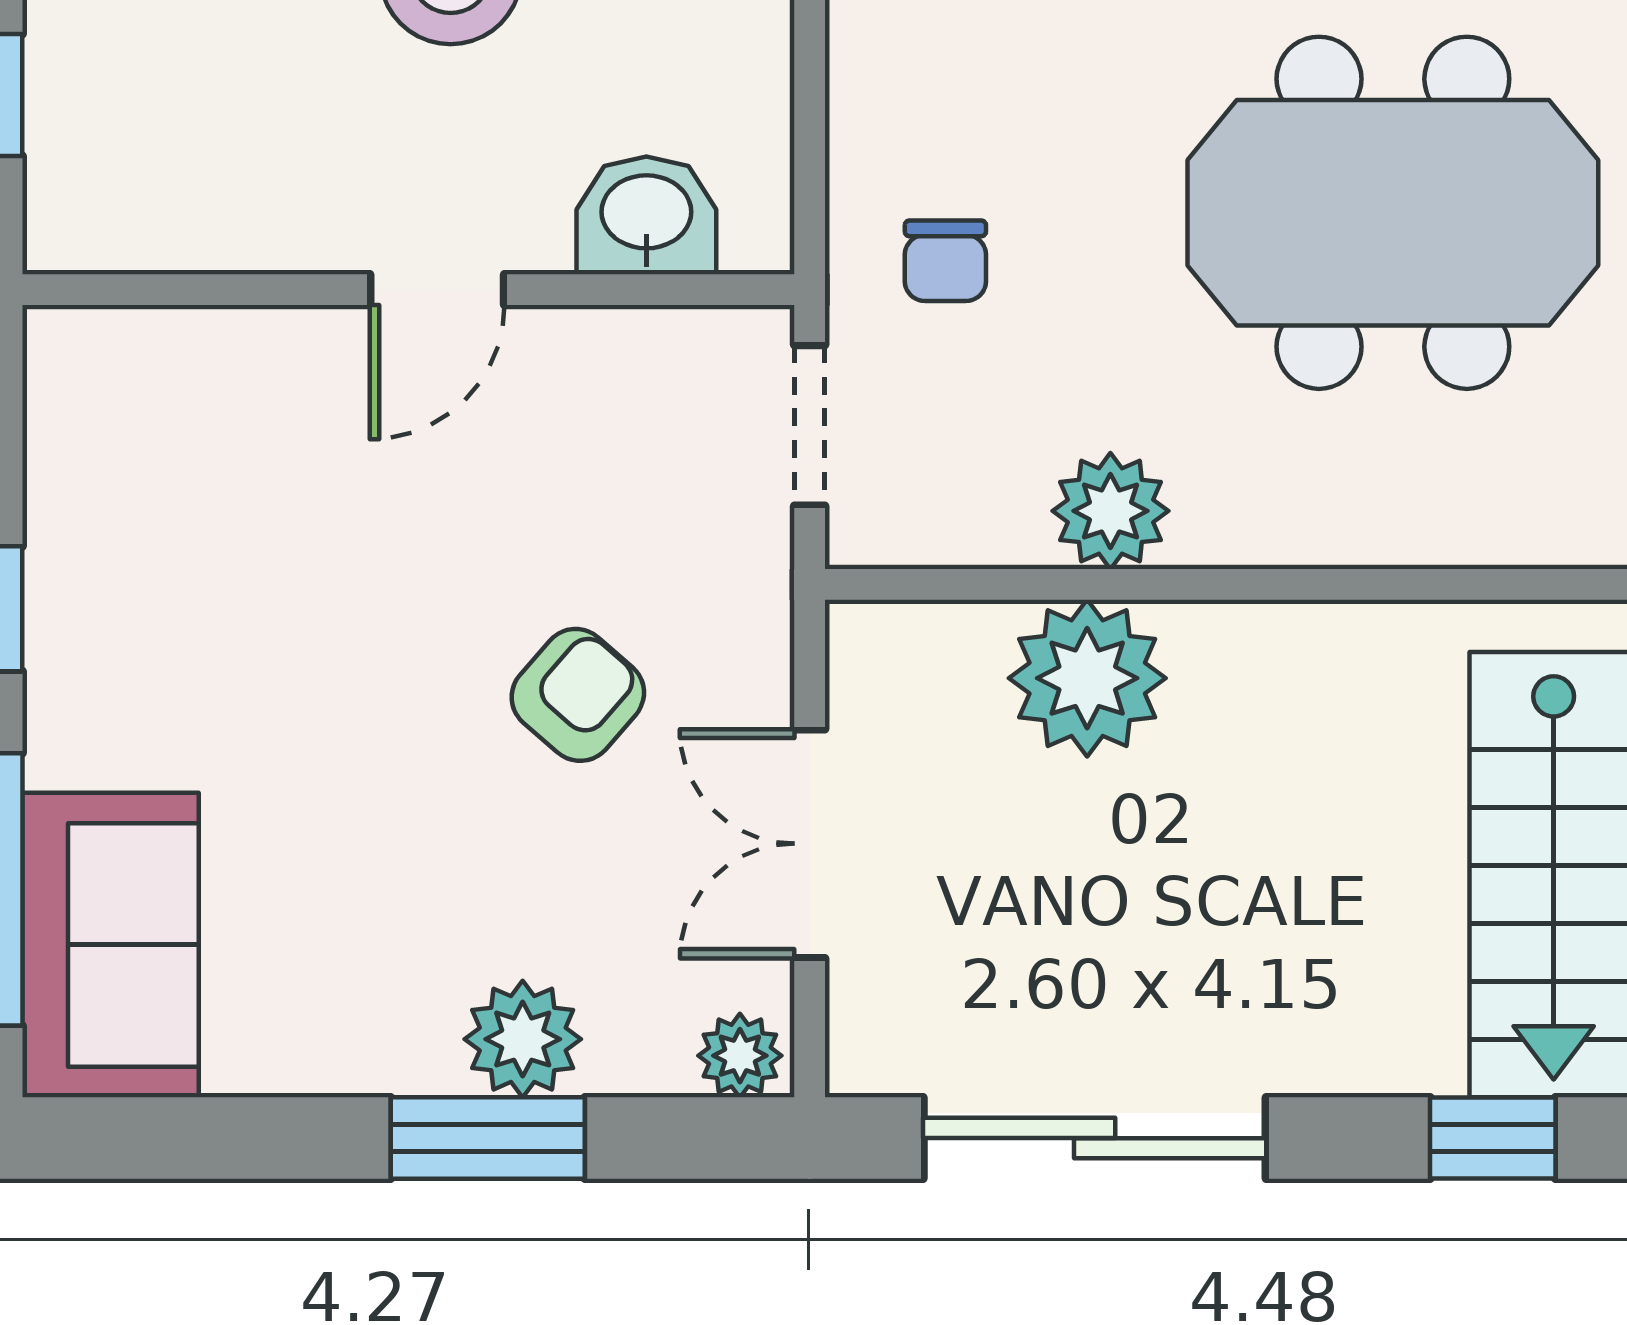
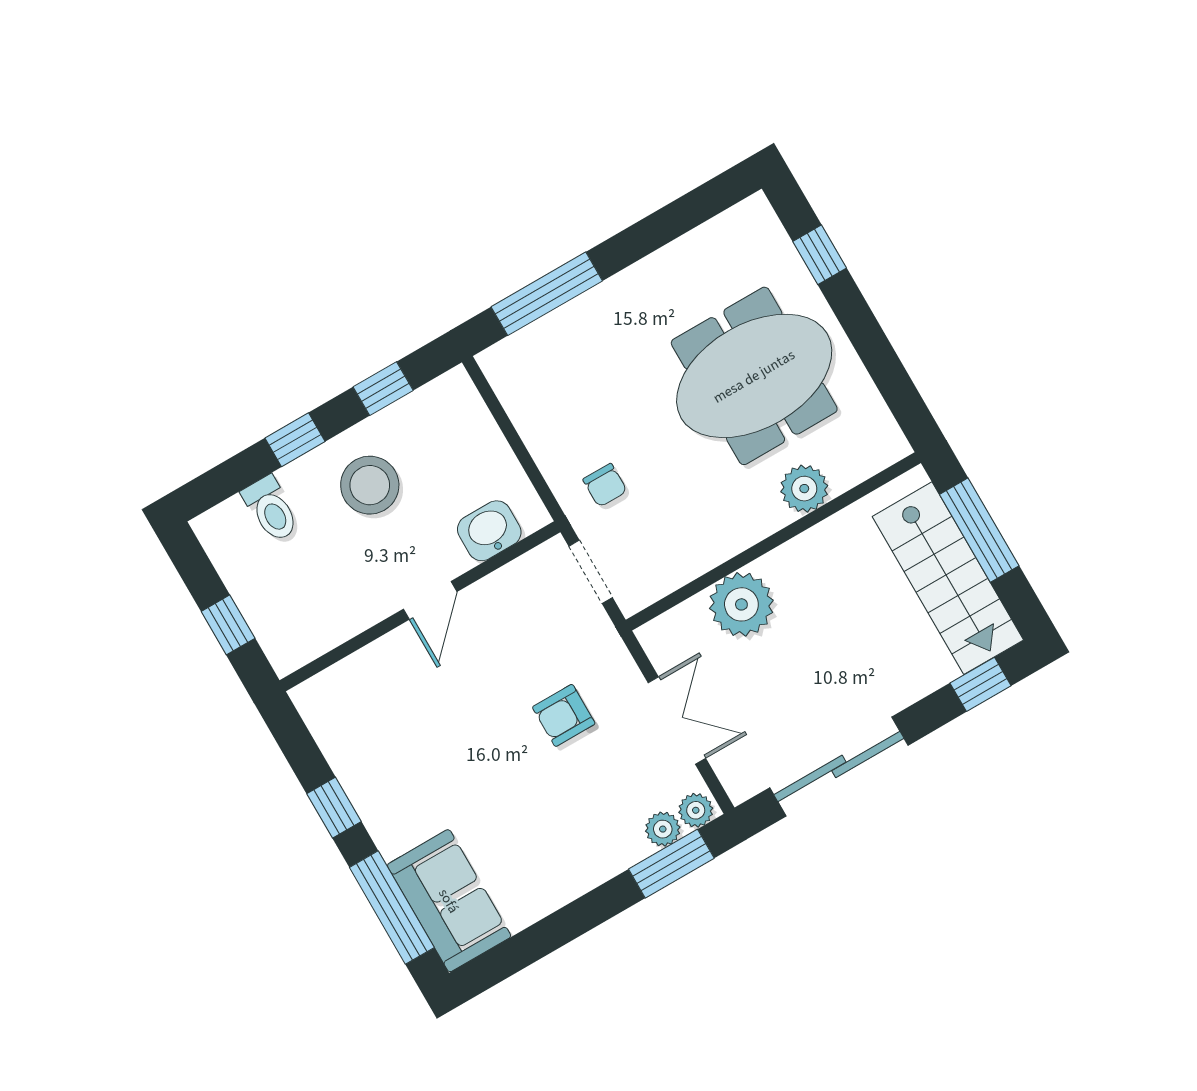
plant: (1110, 511) -> (804, 489), moved
armchair: (578, 695) -> (564, 715), turned -131
double door: (810, 844) -> (677, 721), swing flipped
plant: (523, 1039) -> (663, 829), moved, width x0.73, depth x0.73
window: (488, 1138) -> (671, 864), moved

